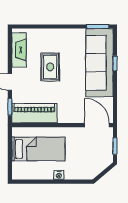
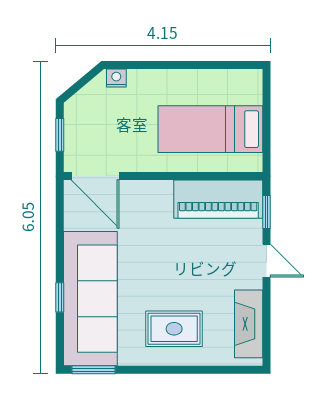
rug: (50, 67) -> (174, 329), moved, turned 90
nightstand: (59, 175) -> (116, 78), moved

